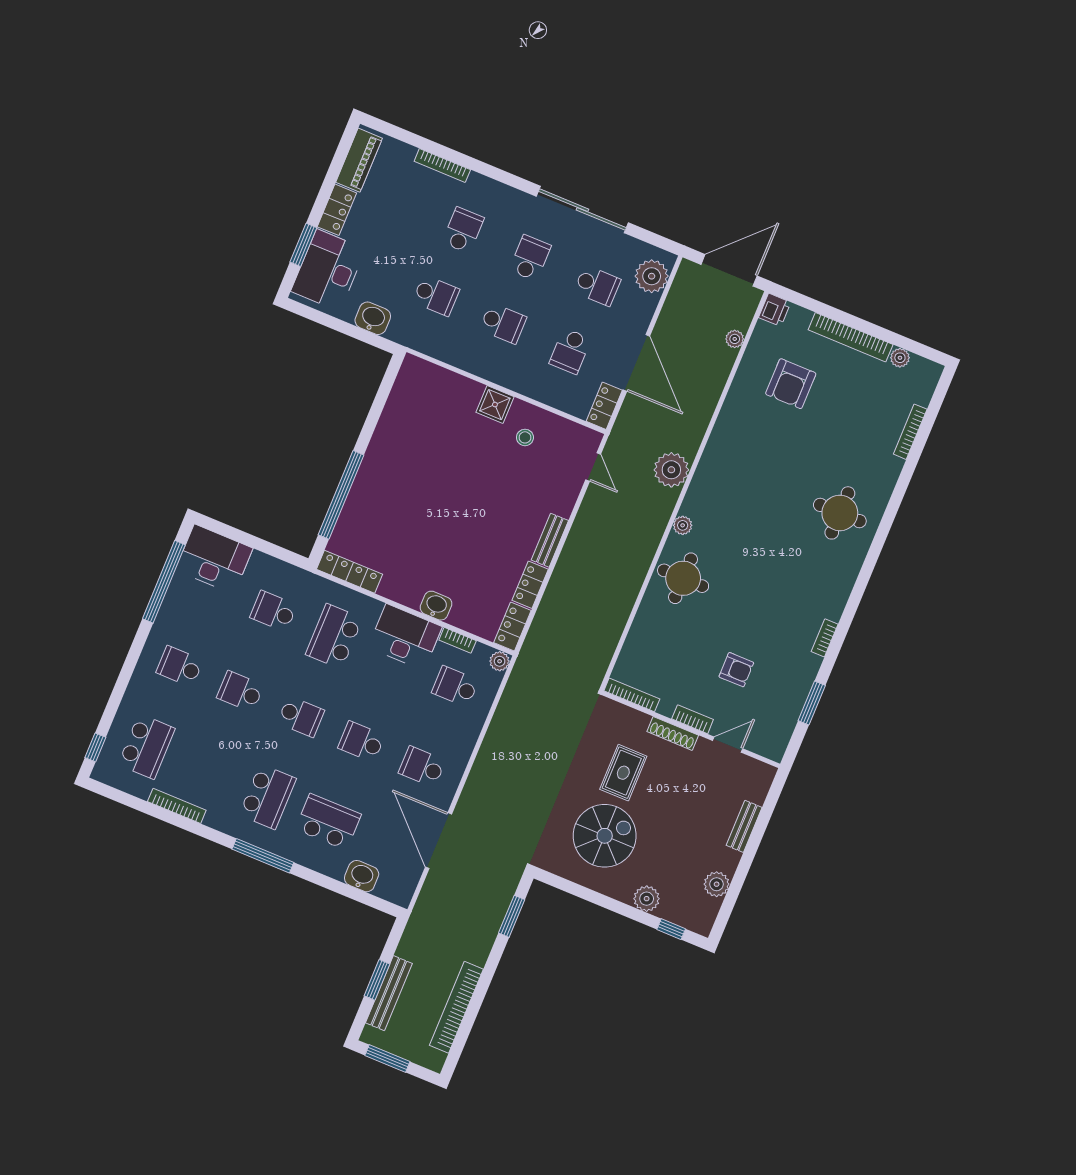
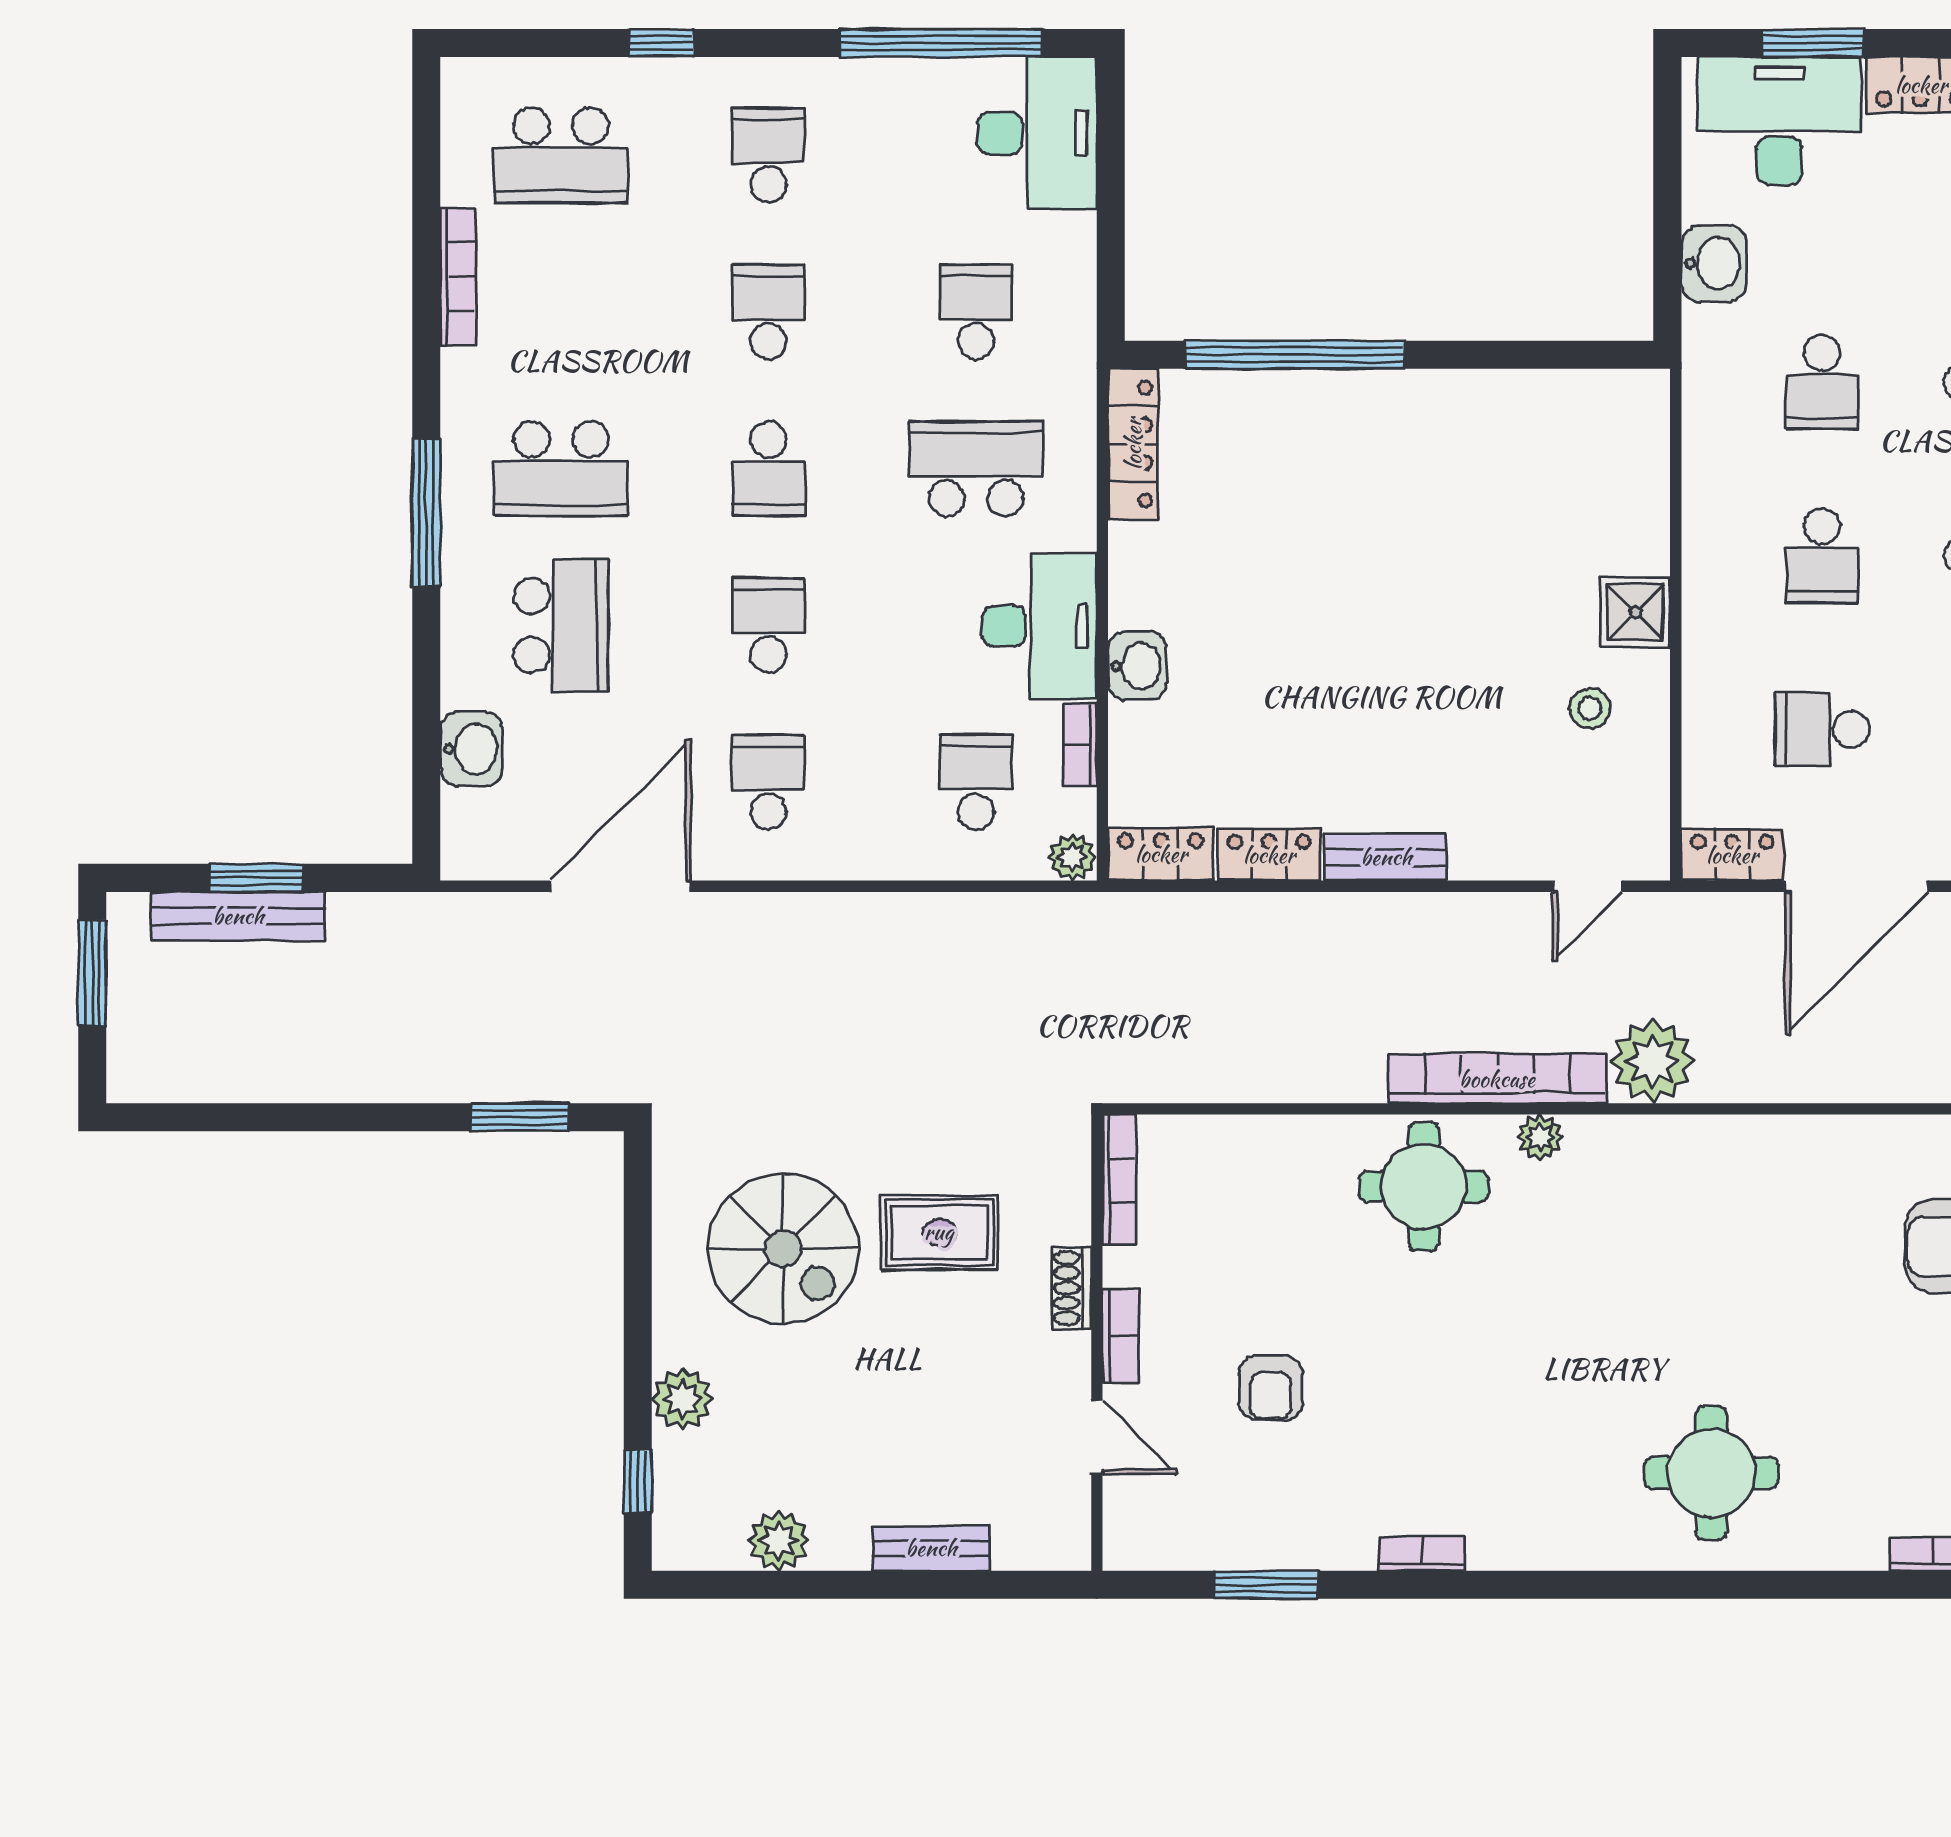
shoe rack: (673, 733) -> (1071, 1288), width x0.70
window: (95, 747) -> (661, 43), moved
bookcase: (456, 1007) -> (1497, 1079), moved

